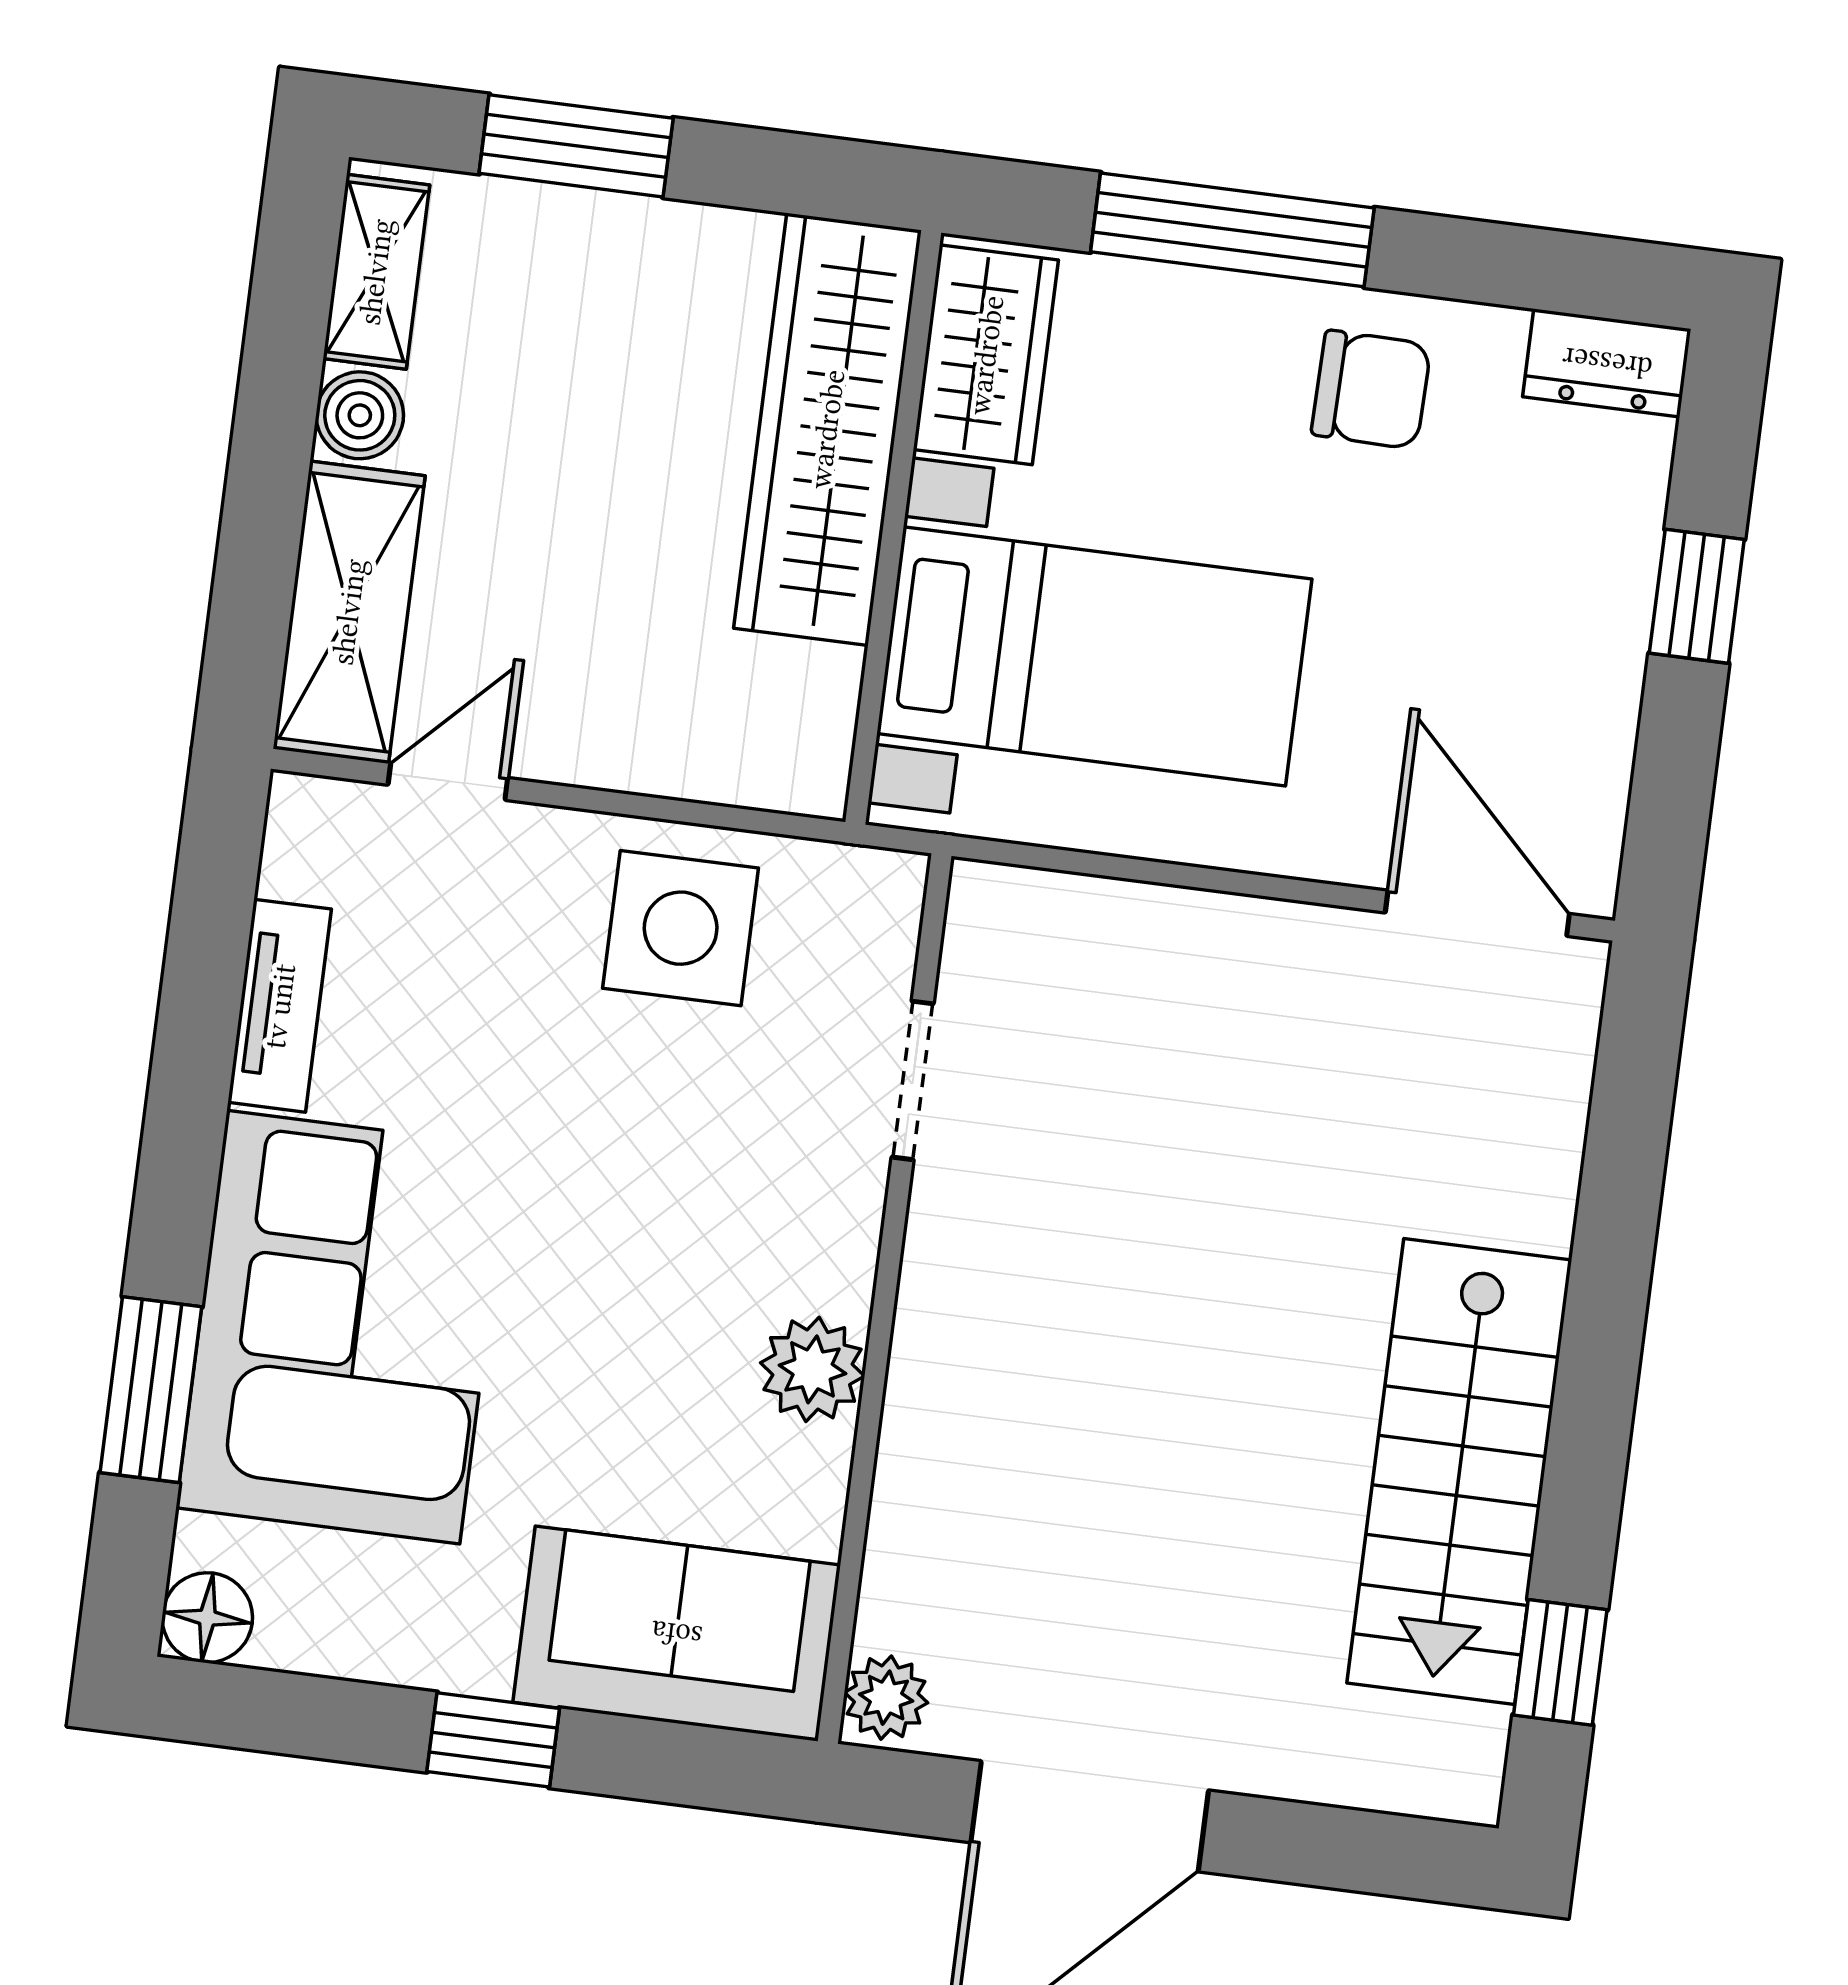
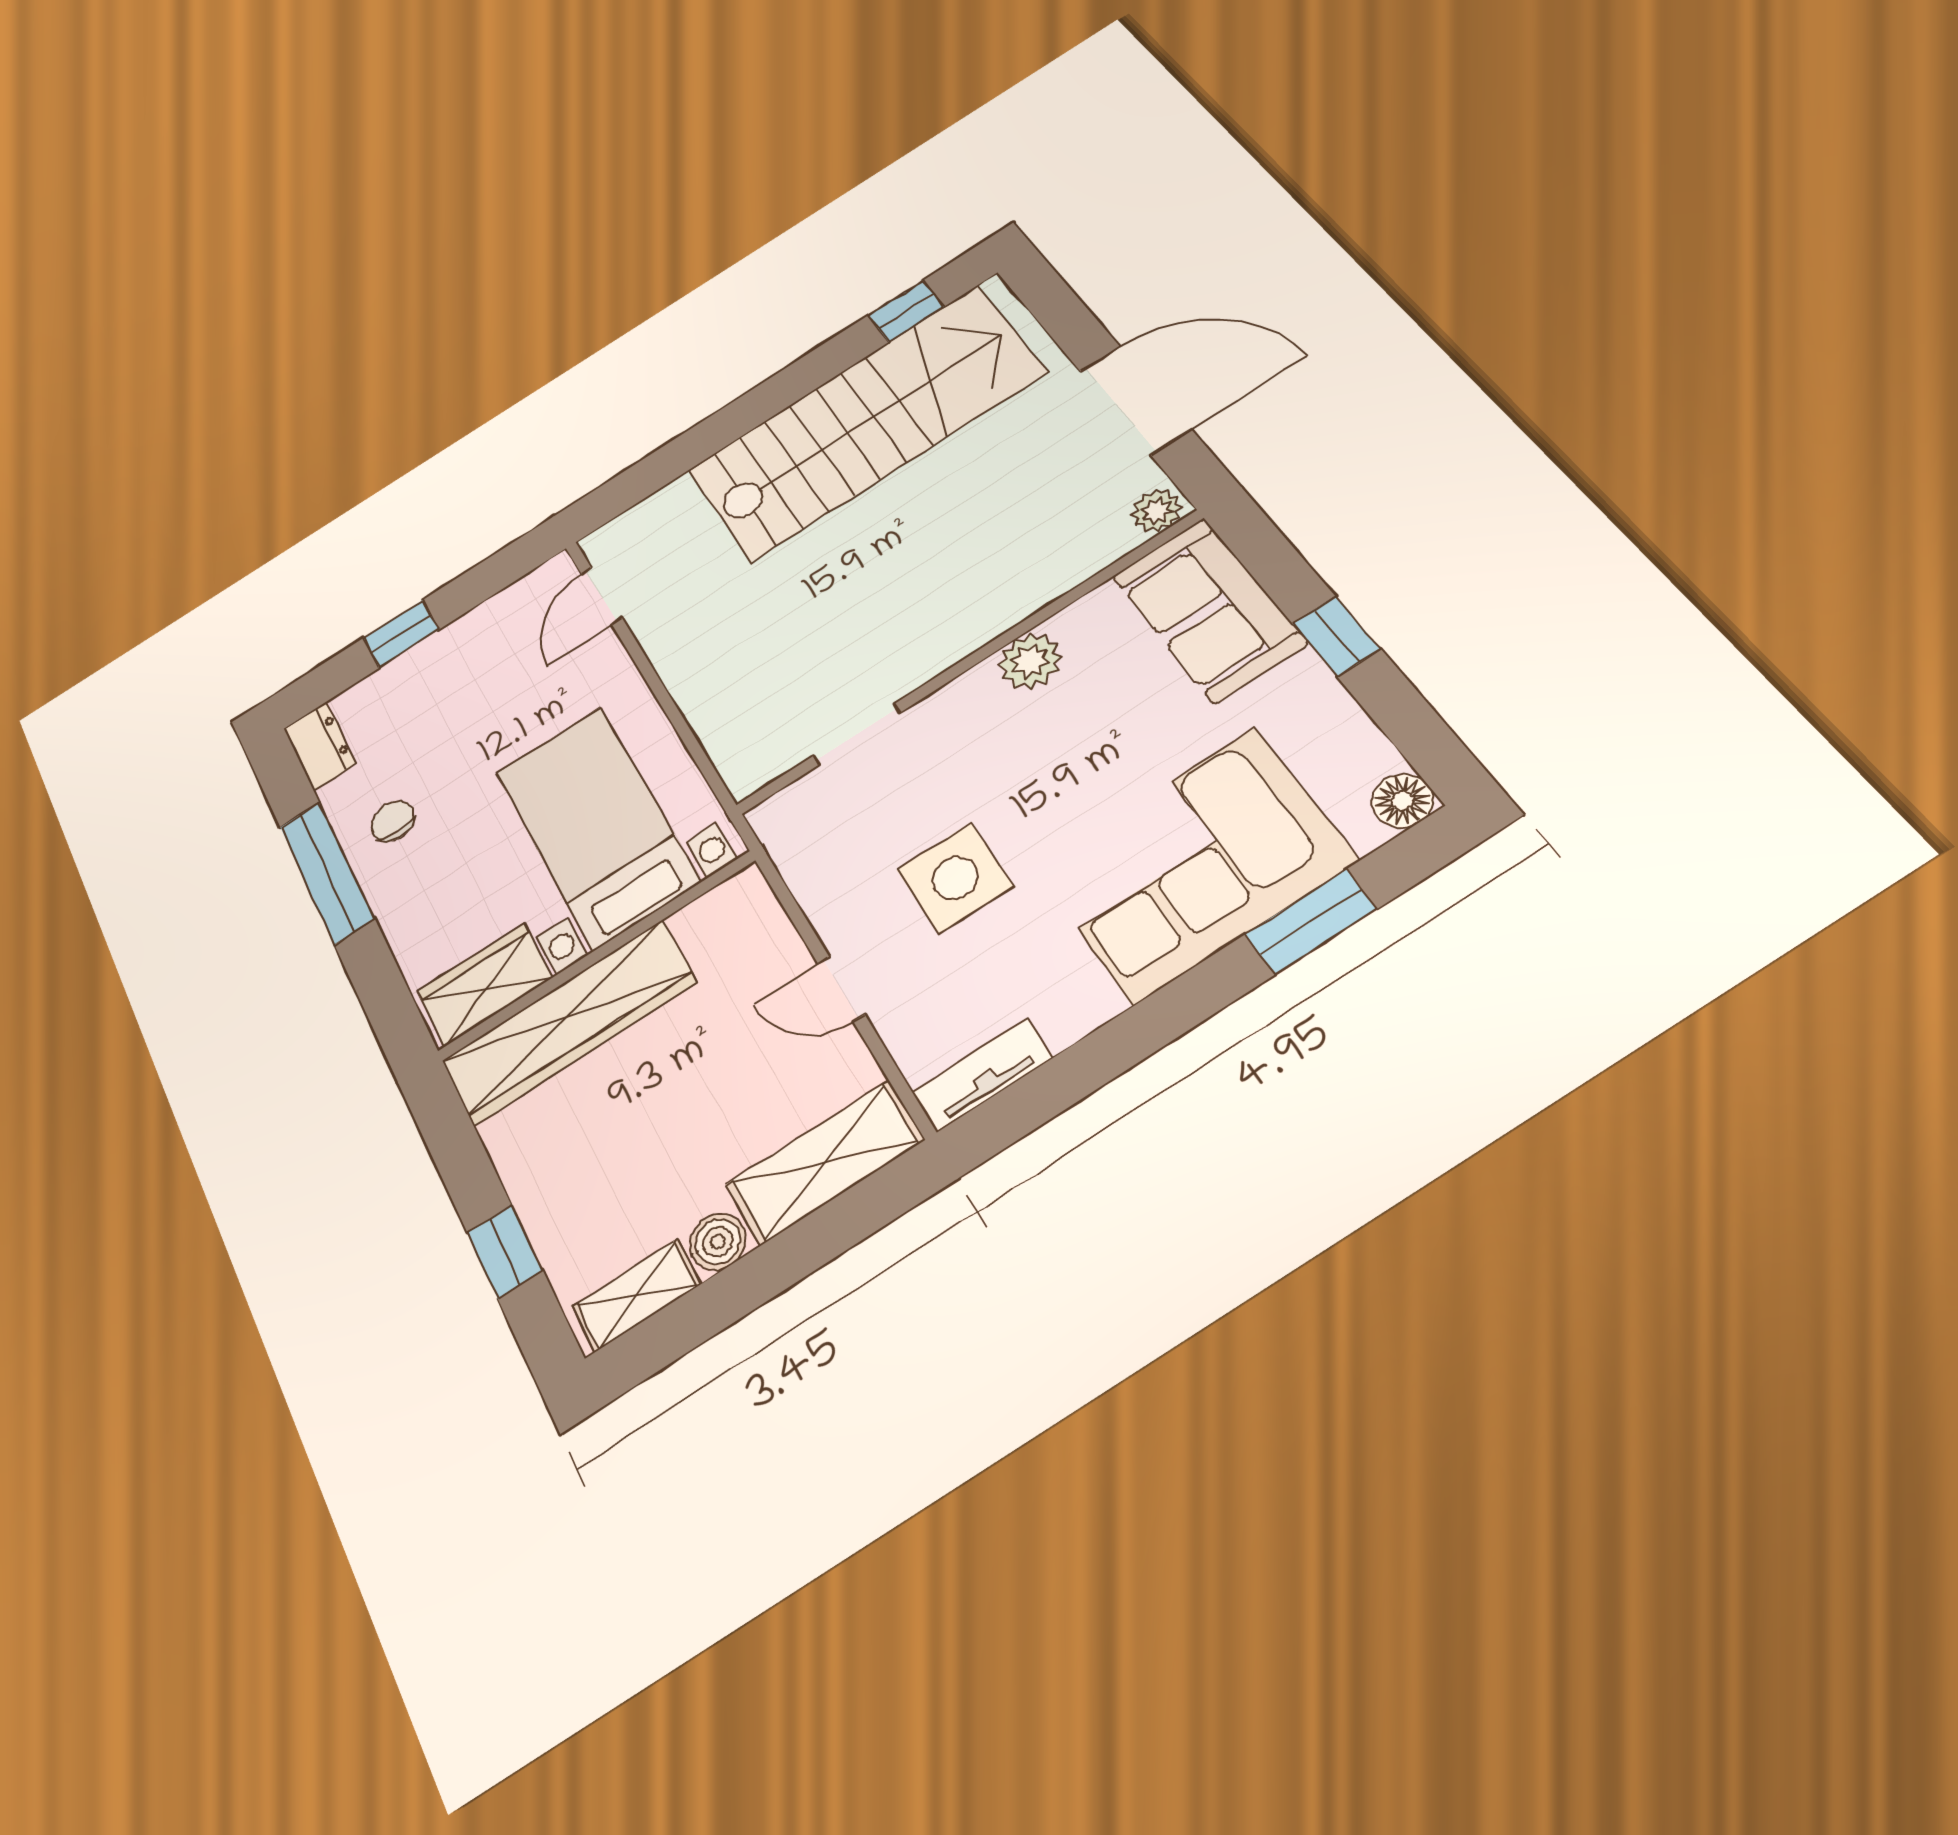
window: (576, 146) -> (505, 1251), width x0.67
window: (1232, 230) -> (327, 872), moved
chair: (1371, 390) -> (393, 821), width x0.73, depth x0.73
door: (448, 781) -> (841, 989), moved
door: (1477, 913) -> (602, 596), width x0.73
side table: (681, 928) -> (955, 878), moved
tv unit: (280, 1006) -> (982, 1075), moved
stairs: (1459, 1471) -> (866, 421), width x1.36, depth x1.51

